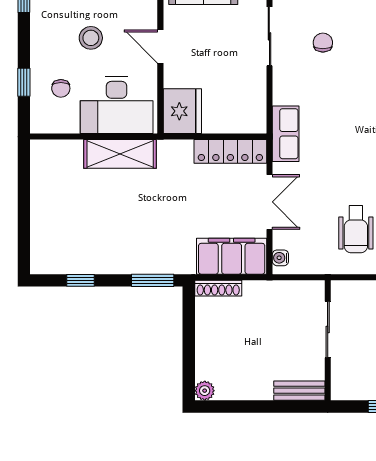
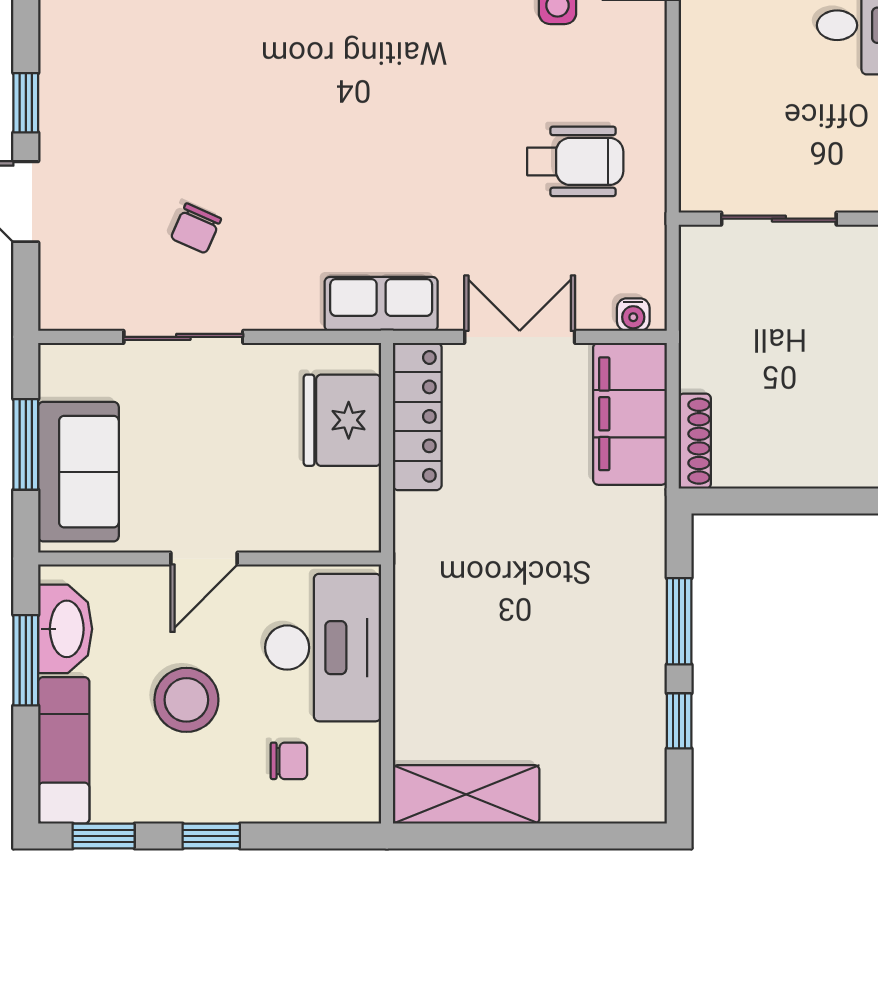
stool: (91, 38) -> (186, 700), width x1.38, depth x1.38
chair: (323, 43) -> (196, 228), turned -66
window: (24, 82) -> (211, 836), moved
fridge: (182, 111) -> (342, 420), moved, turned -90
shelving: (120, 154) -> (466, 794), moved, turned 90
window: (153, 280) -> (679, 621), moved

